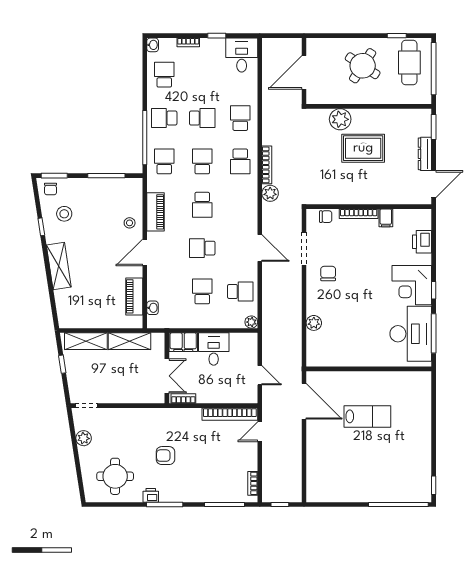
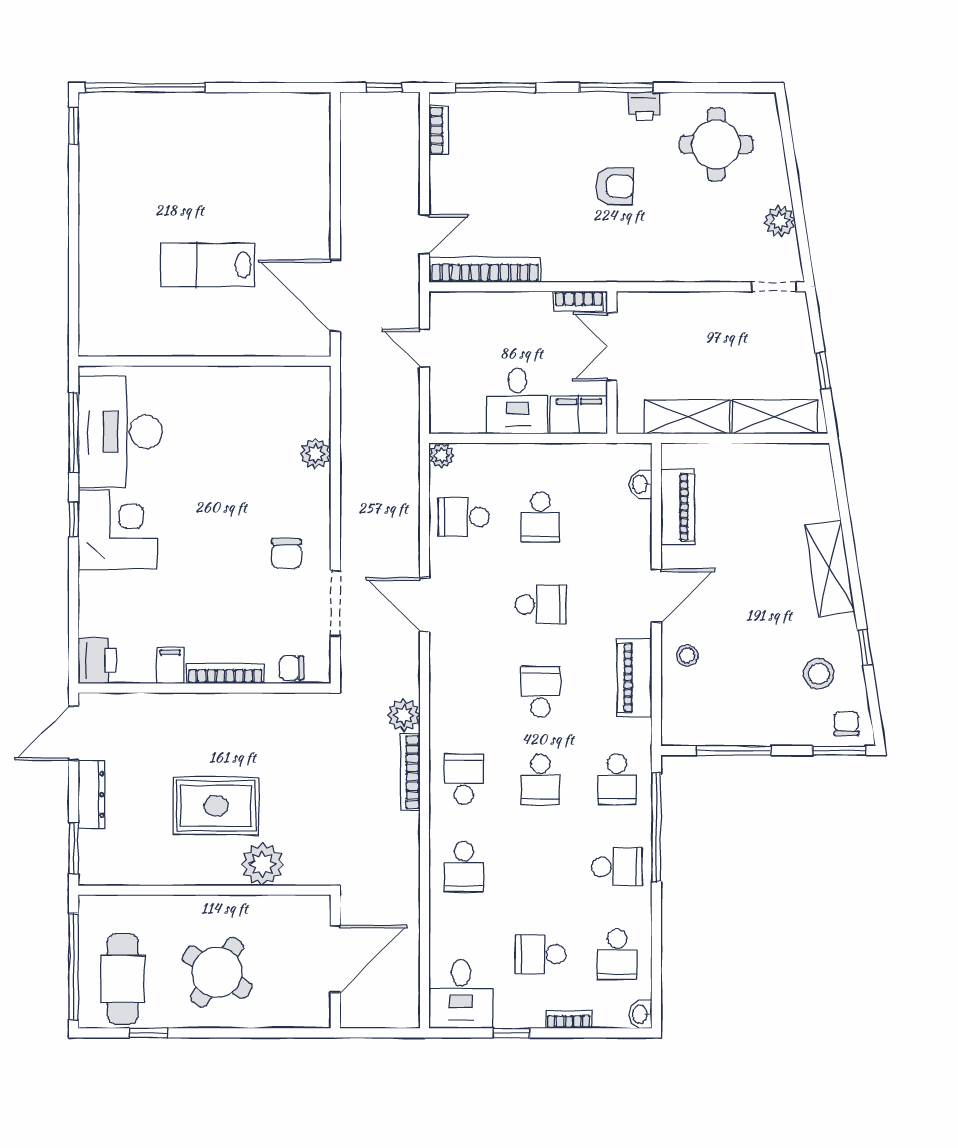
school desk: (202, 118) -> (540, 954), moved
printer: (422, 242) -> (97, 661), moved

